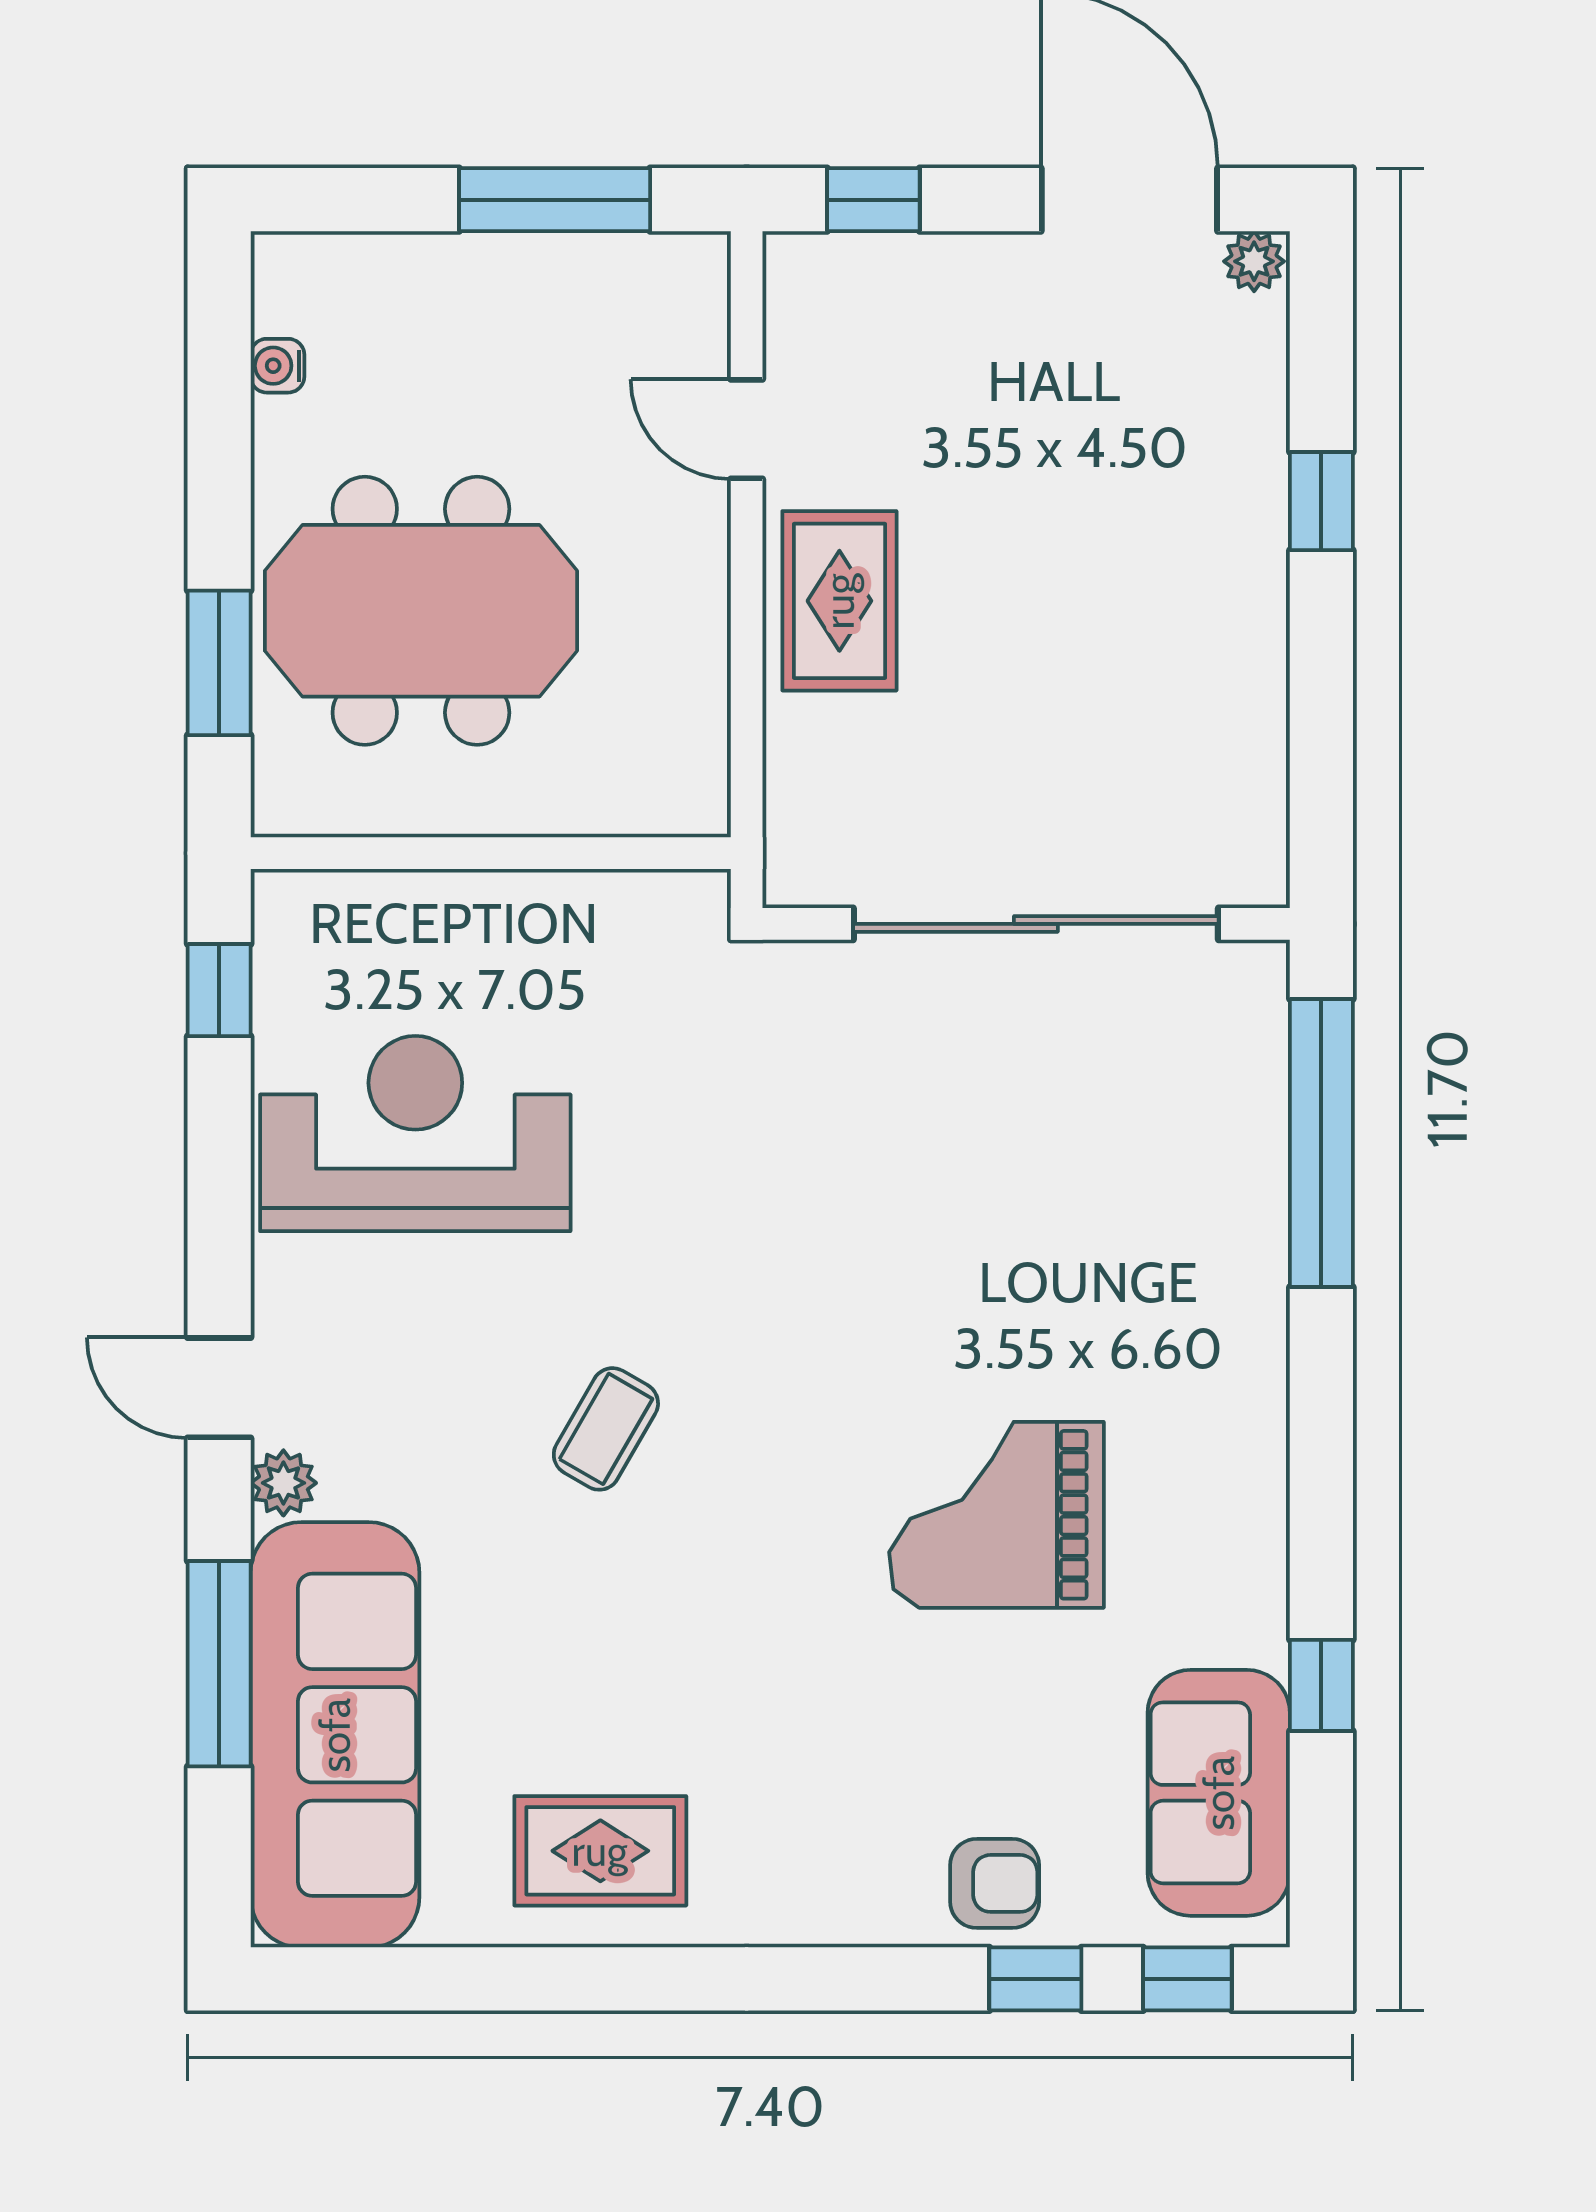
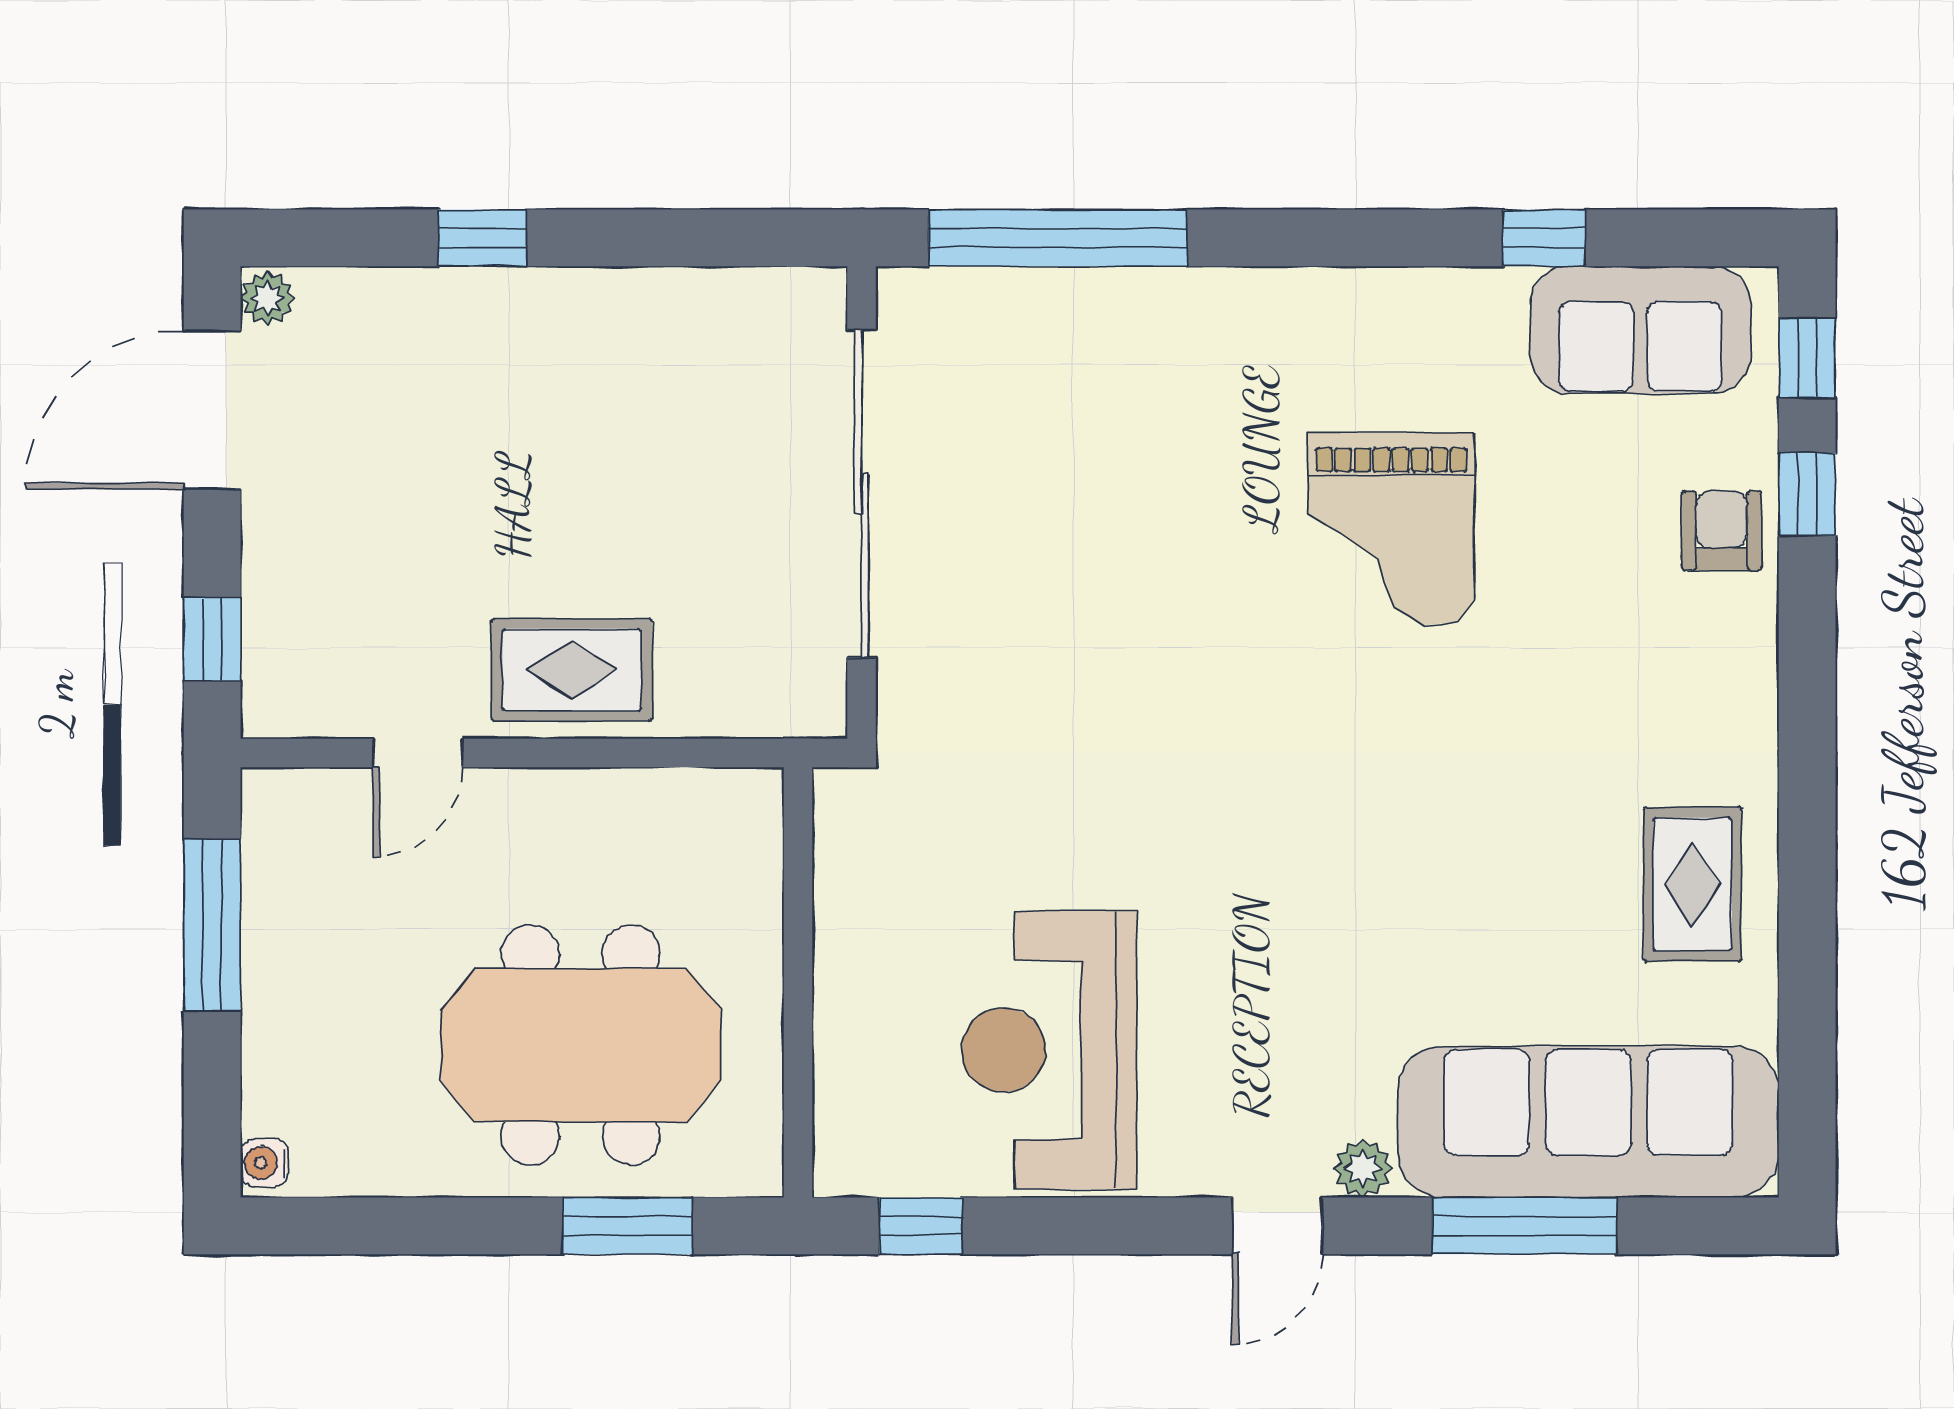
water cooler: (277, 366) -> (265, 1163), moved, turned 90
meeting table: (421, 611) -> (581, 1045), turned 90
coffee table: (606, 1429) -> (1314, 879), removed

